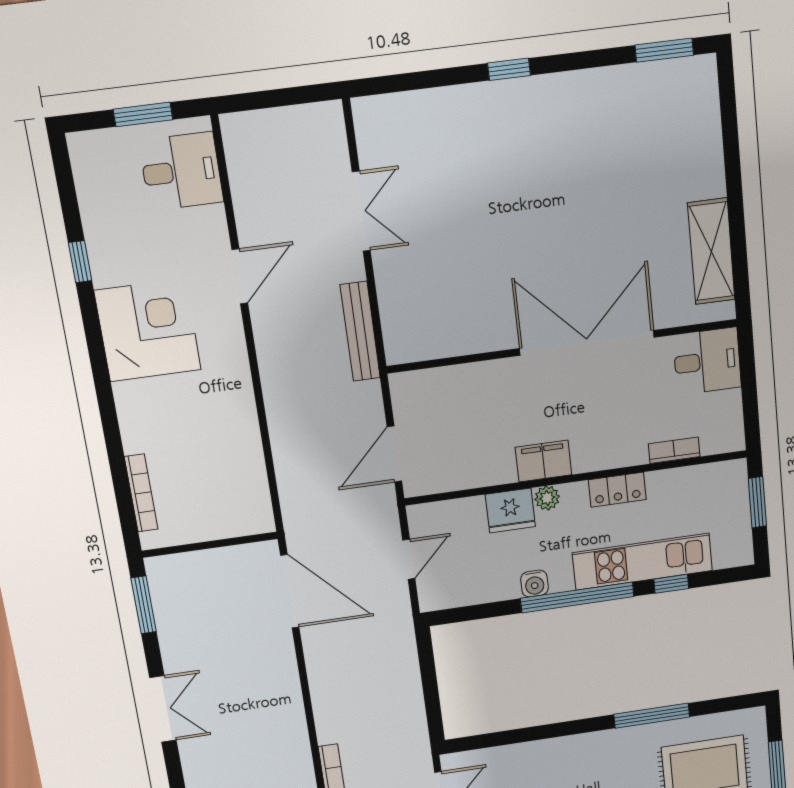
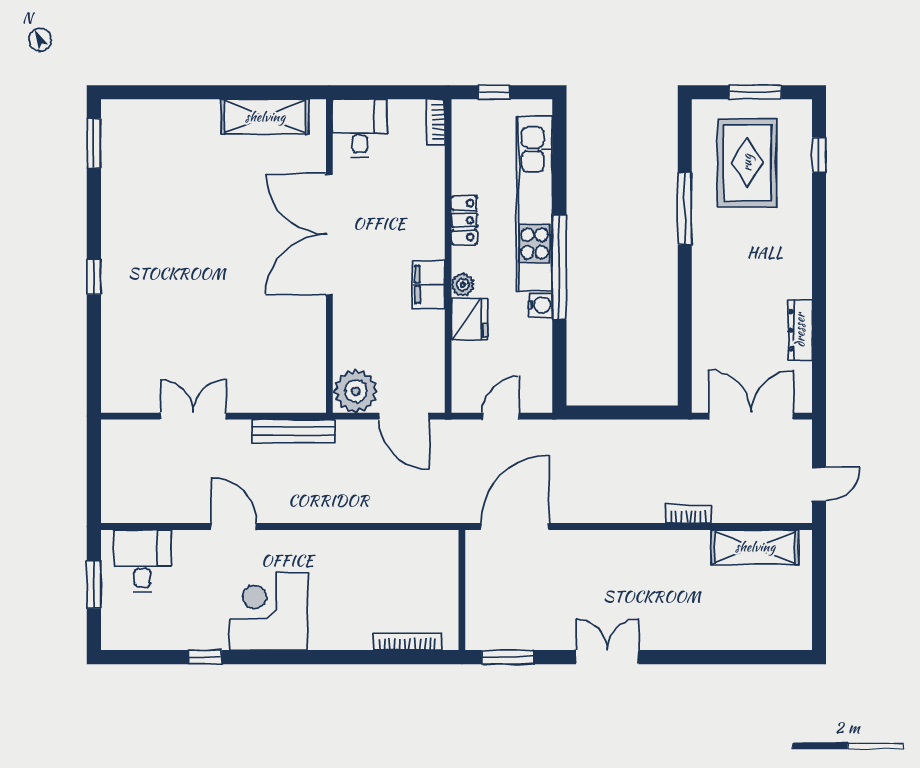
plant: (415, 397) -> (356, 391), added
bookcase: (674, 450) -> (436, 122), moved
window: (757, 502) -> (494, 92), width x0.67
door: (409, 559) -> (501, 416), hinge flipped
kitchen unit: (642, 562) -> (534, 204), width x1.36
window: (671, 584) -> (559, 179), removed

